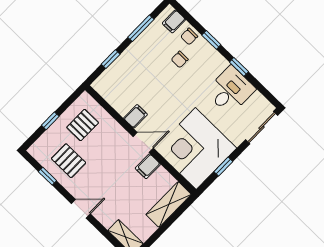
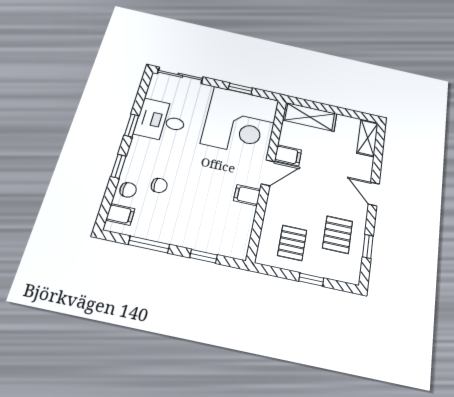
pallet: (83, 125) -> (292, 243), turned 90
door: (143, 142) -> (268, 173), swing flipped

